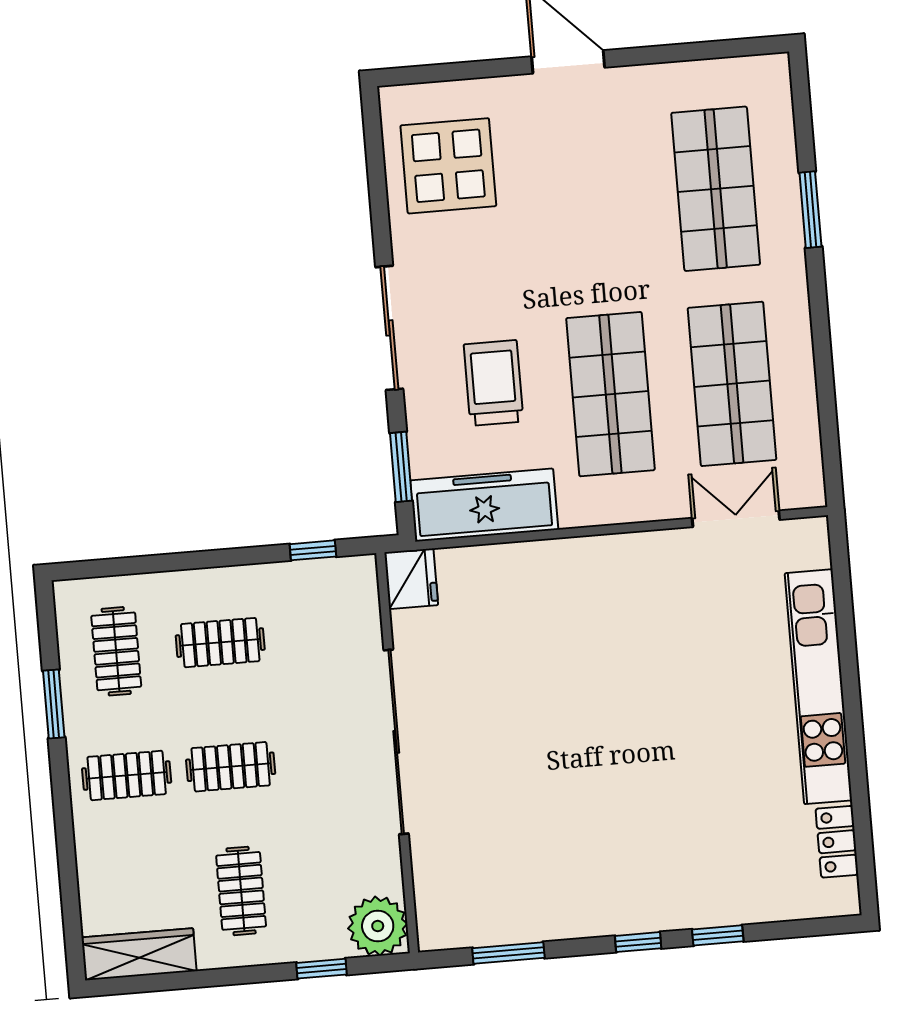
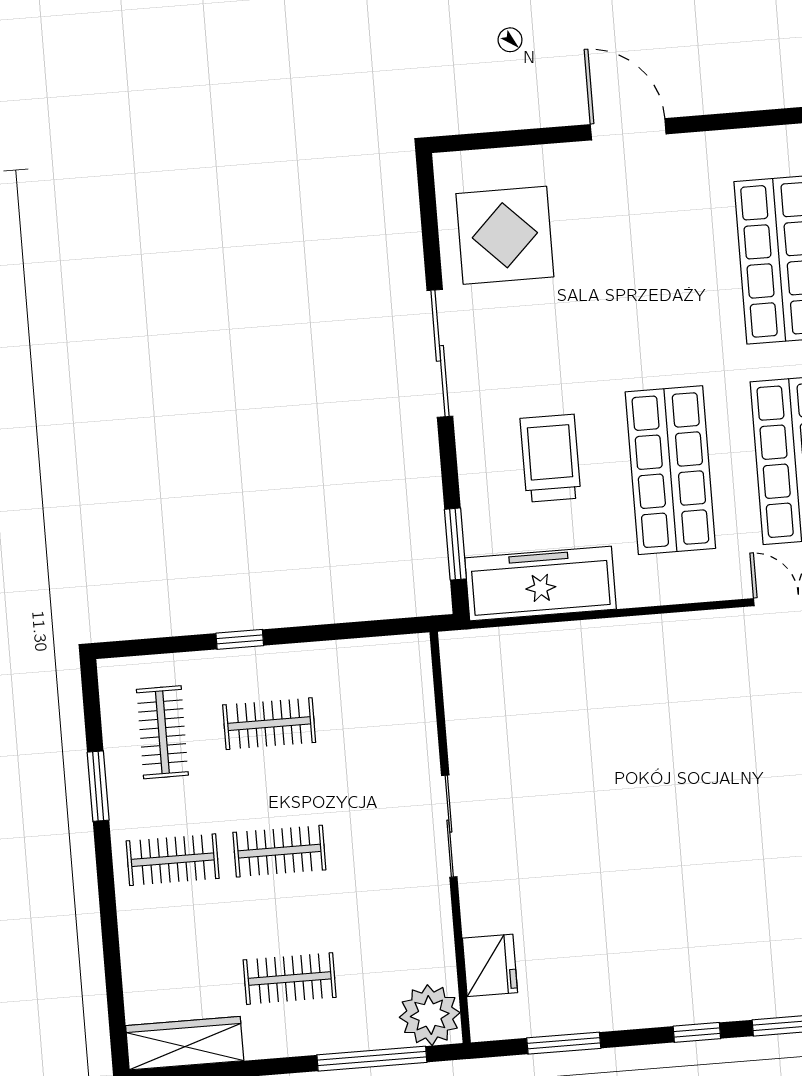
sliding door: (389, 328) -> (440, 353), moved
window: (313, 550) -> (240, 639), moved
fridge: (411, 579) -> (490, 965), moved
sliding door: (396, 742) -> (449, 826), width x0.54
clothes rail: (241, 891) -> (290, 979), turned 90
window: (321, 969) -> (372, 1059), width x2.17

